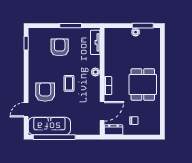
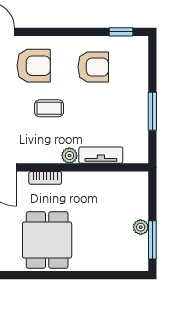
tv unit: (95, 42) -> (101, 155), moved
armchair: (60, 47) -> (93, 67), moved
dining table: (143, 84) -> (47, 240), turned 90

